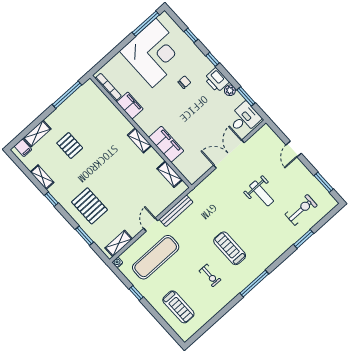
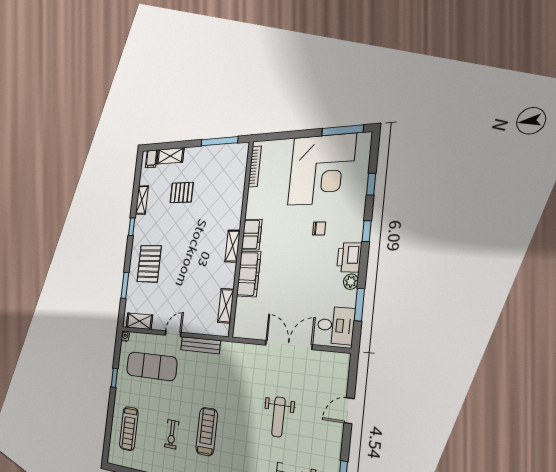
filing cabinet: (130, 105) -> (252, 235), moved
pallet: (70, 146) -> (182, 193), turned 90

